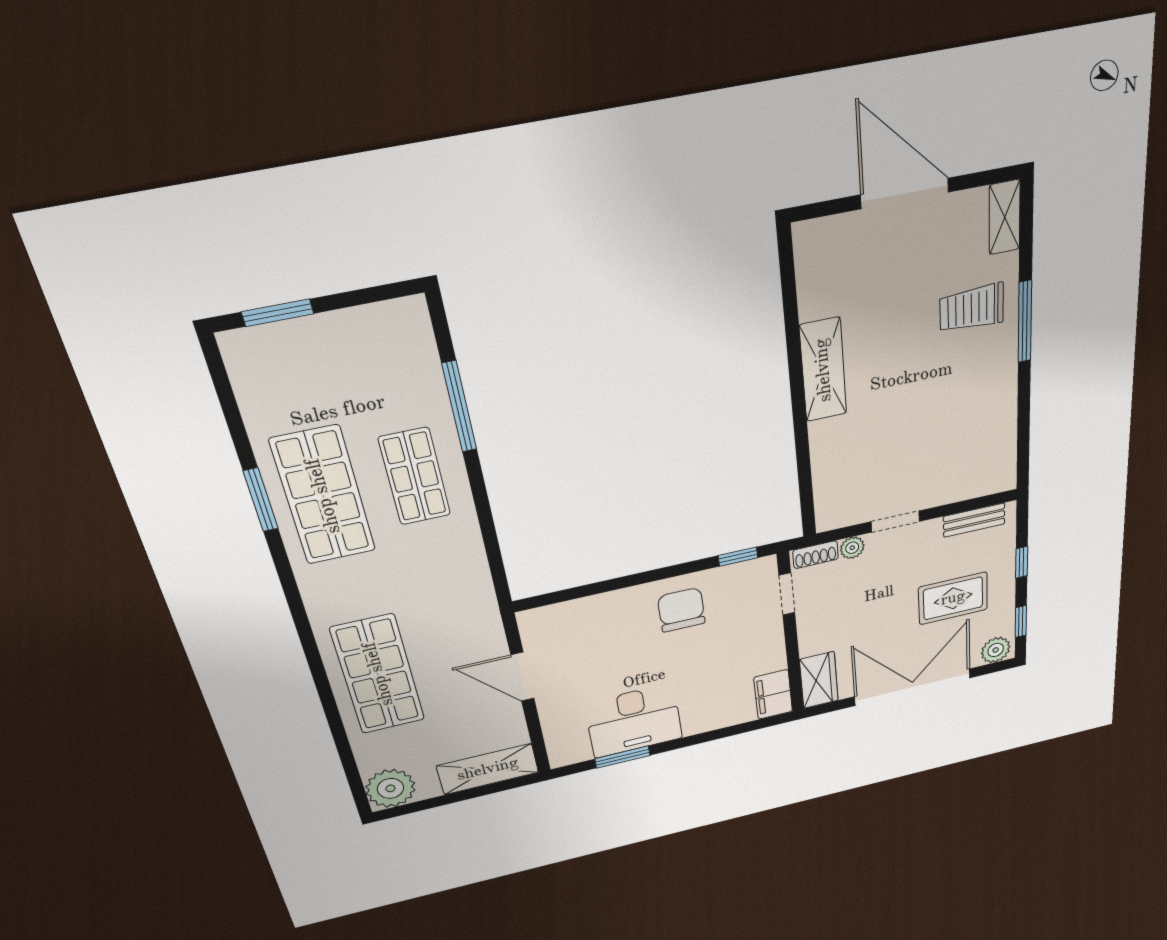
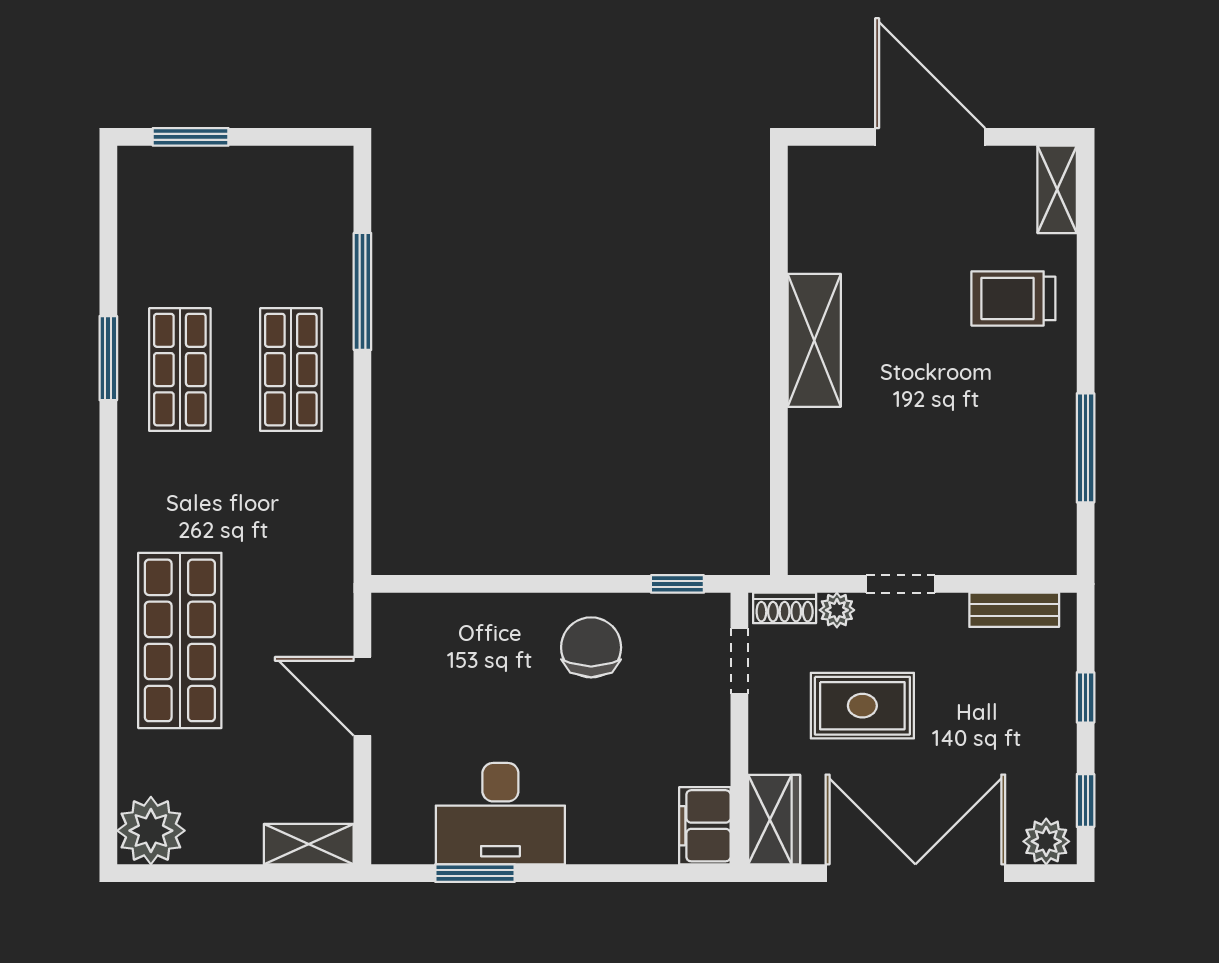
window: (1025, 322) -> (1086, 448), moved
shop shelf: (323, 496) -> (180, 370), width x0.70, depth x0.74
rug: (953, 598) -> (862, 706), moved
shelving: (488, 769) -> (309, 844), width x0.67, depth x0.75

